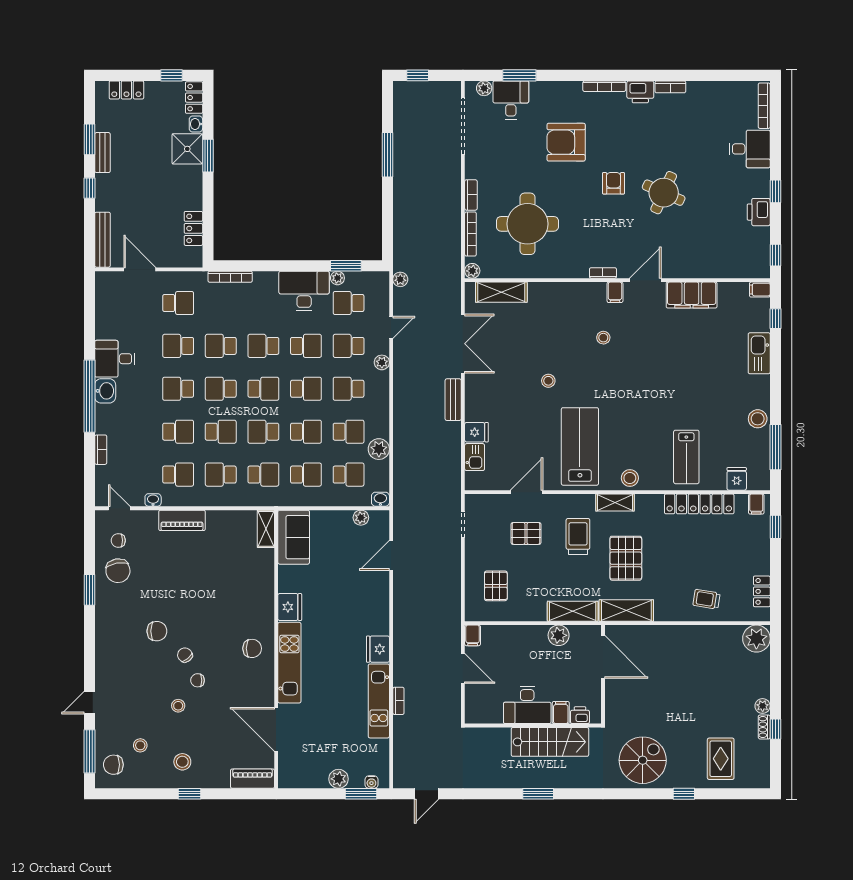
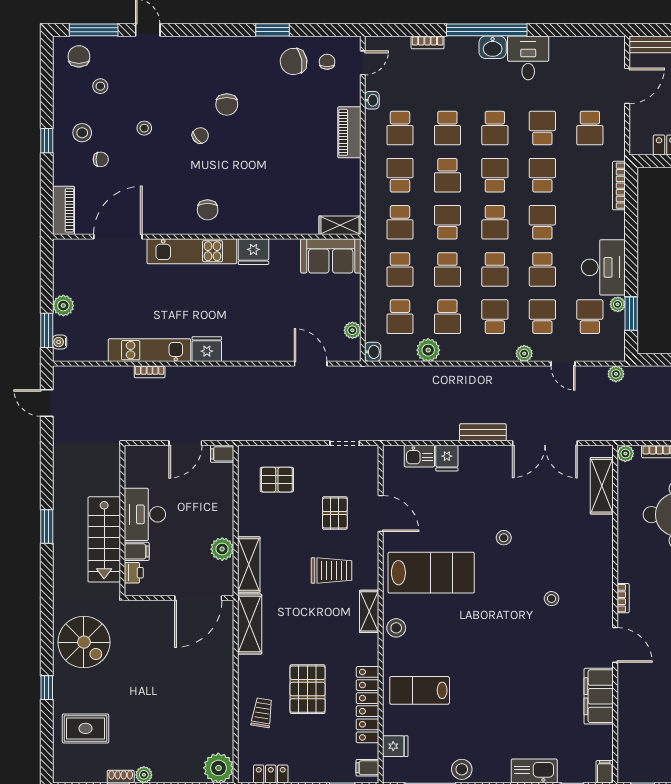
filing cabinet: (615, 292) -> (602, 611), removed
school desk: (178, 389) -> (495, 128), turned 180
pallet: (626, 558) -> (308, 689), moved, turned 90
chair: (198, 680) -> (101, 159), moved, turned 90

